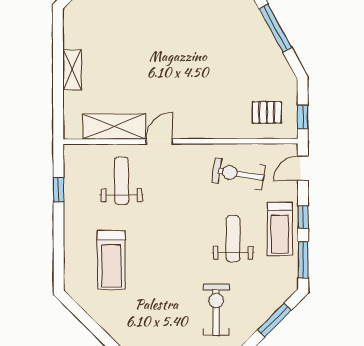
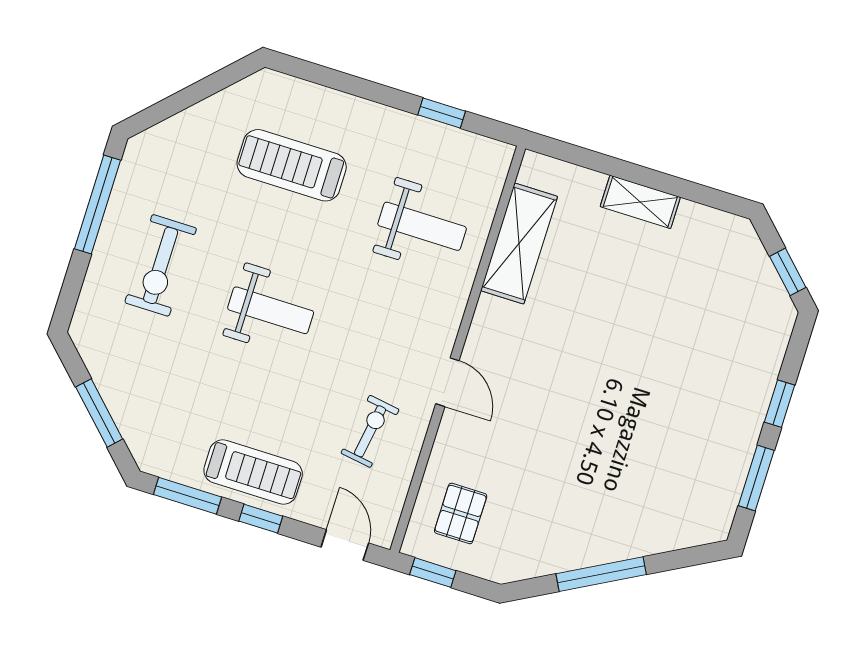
door: (159, 141) -> (447, 382), moved
exercise bike: (239, 174) -> (370, 431), width x0.73, depth x0.72
treadmill: (280, 229) -> (253, 472), turned 180
weight bench: (233, 239) -> (271, 310), moved
exercise bike: (216, 310) -> (161, 265), moved, turned 90

